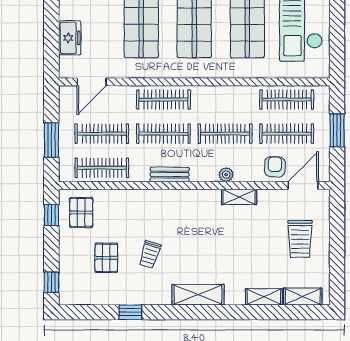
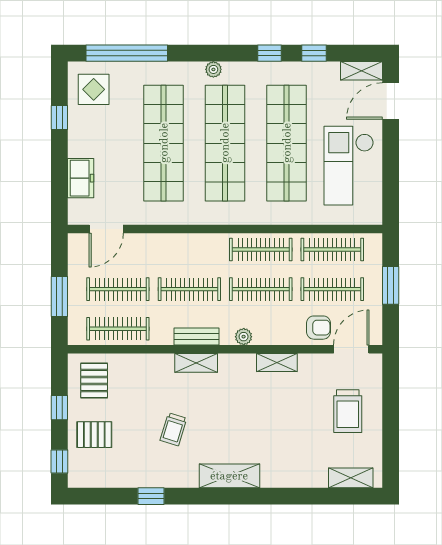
clothes rail: (163, 100) -> (261, 250), moved
armchair: (275, 167) -> (318, 328), turned 89
plant: (226, 175) -> (244, 337), moved
window: (51, 215) -> (59, 408), moved
pallet: (106, 258) -> (94, 435), moved, turned 90
shelving: (264, 297) -> (196, 363), moved

